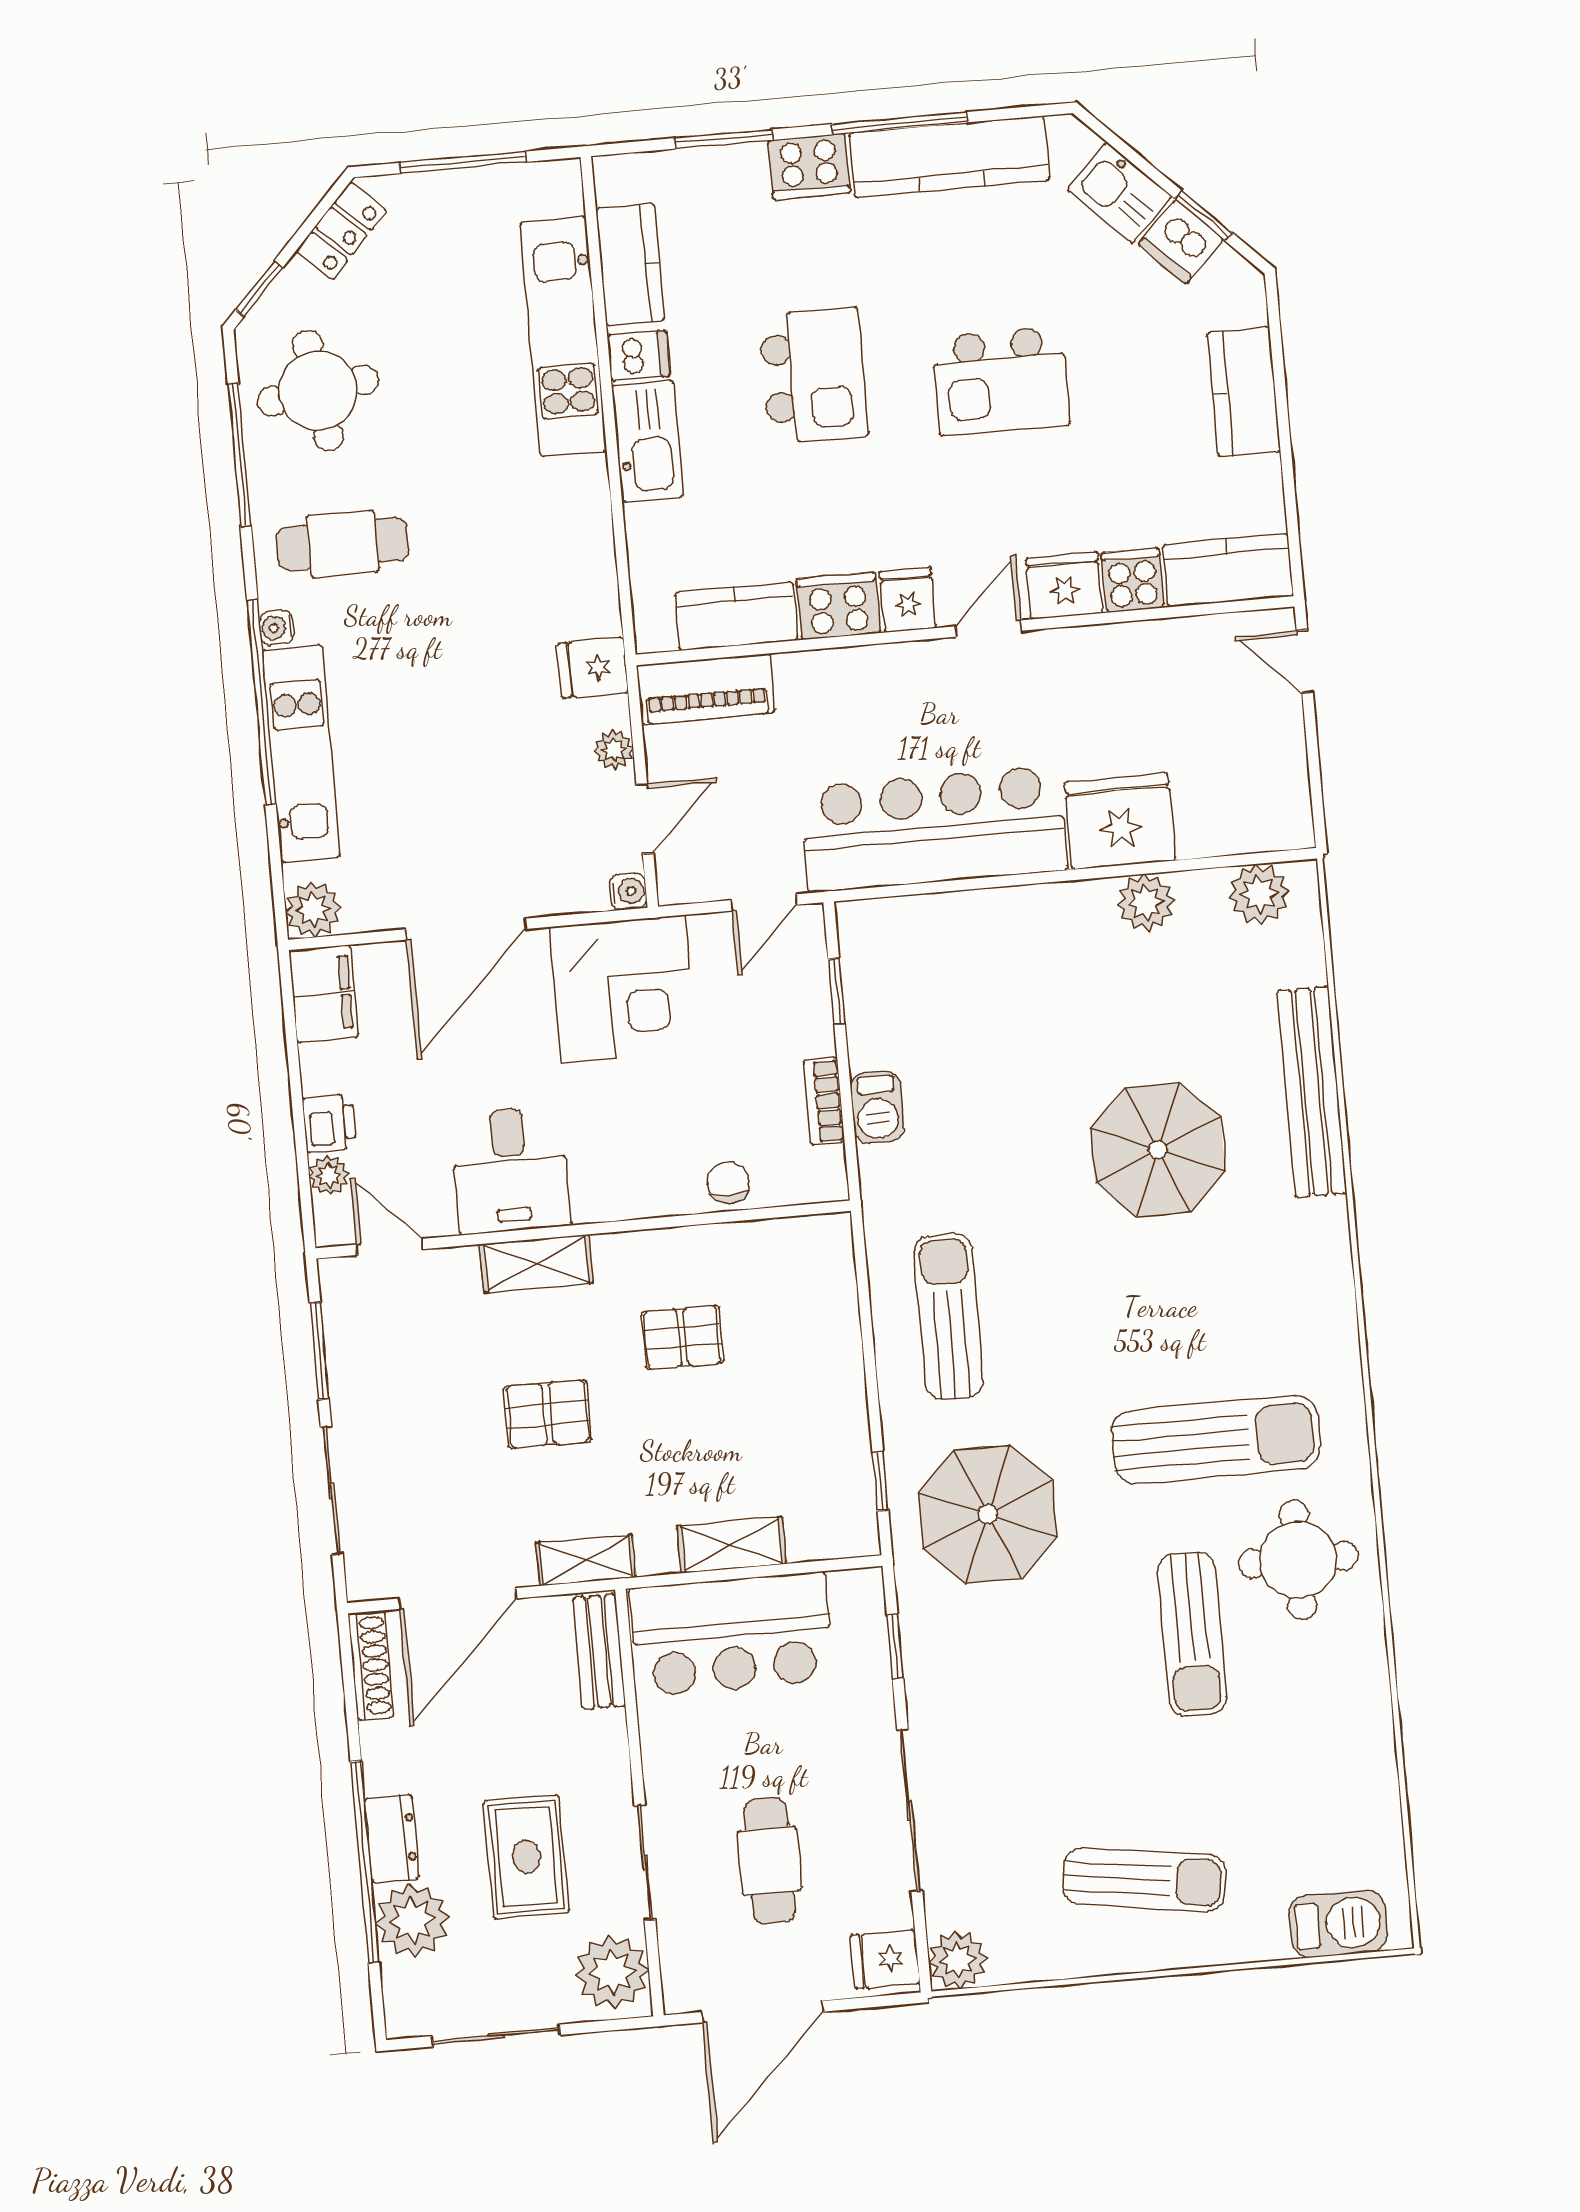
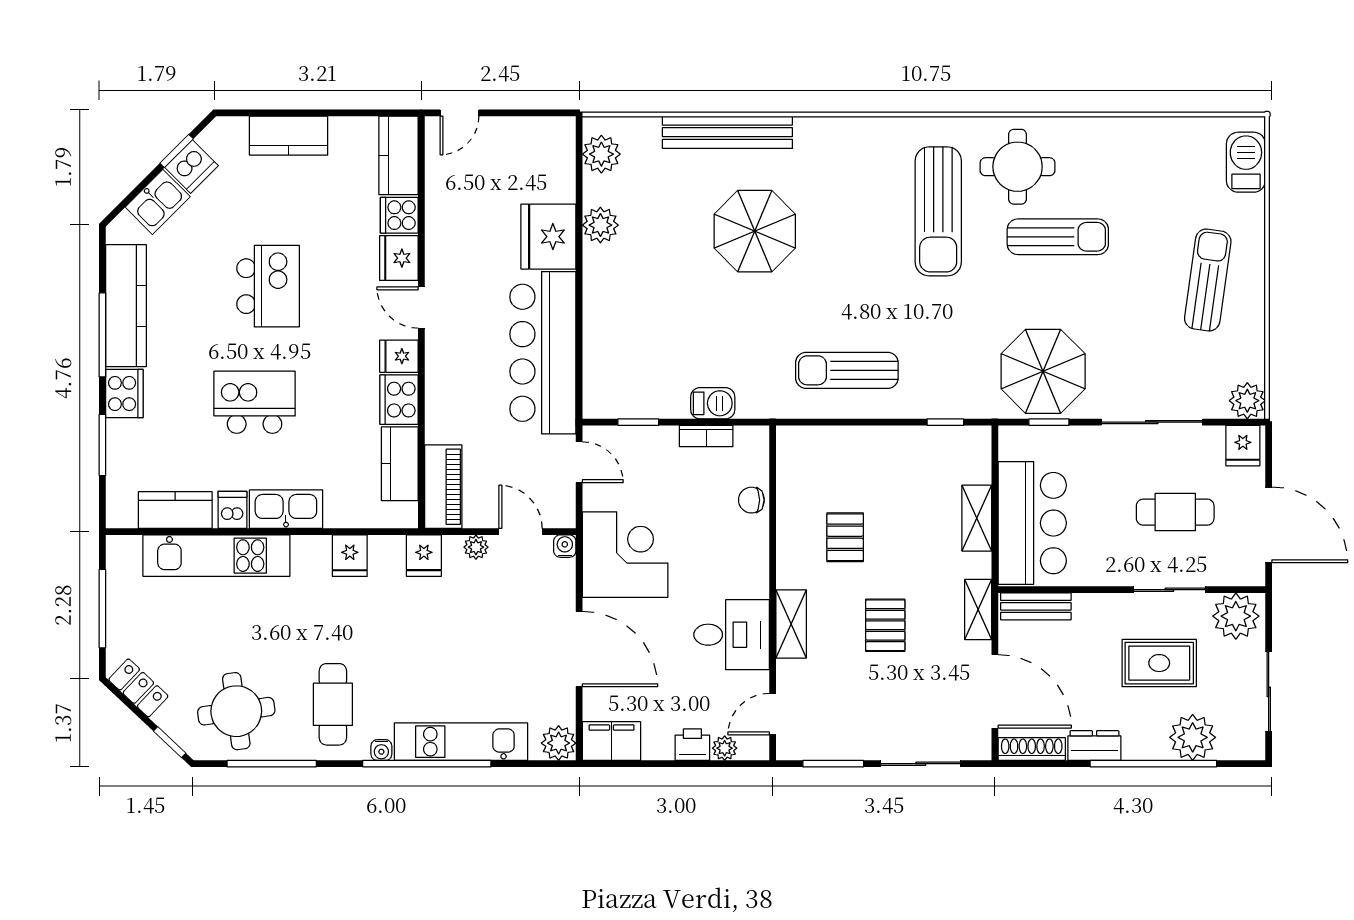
fridge: (582, 550) -> (350, 556), added
sun lounger: (1216, 1440) -> (938, 211), turned 180
parasol: (988, 1514) -> (1043, 371), moved
dresser: (392, 1839) -> (1094, 746), moved

